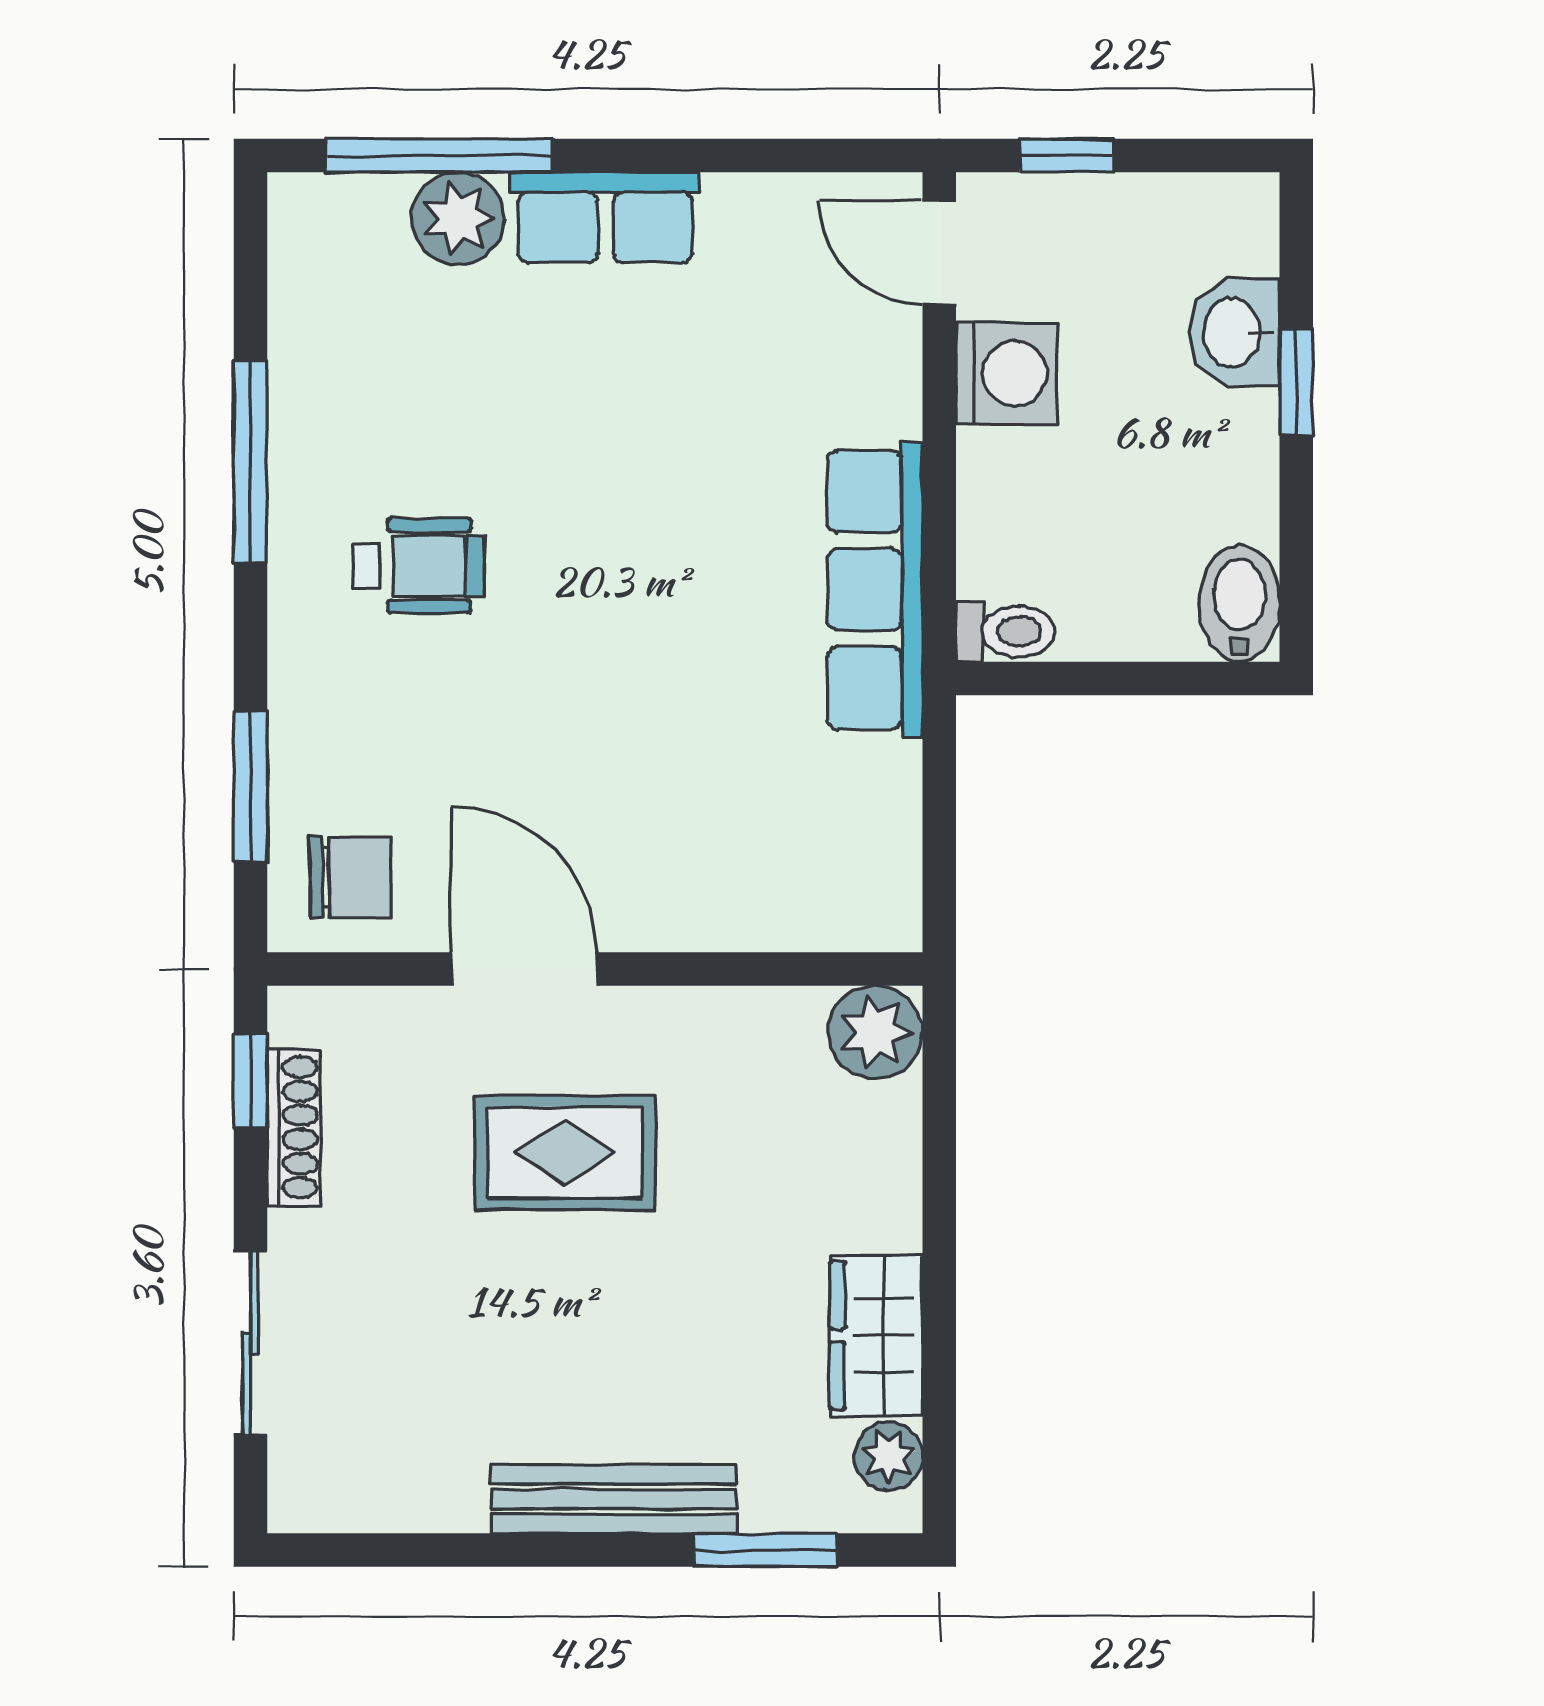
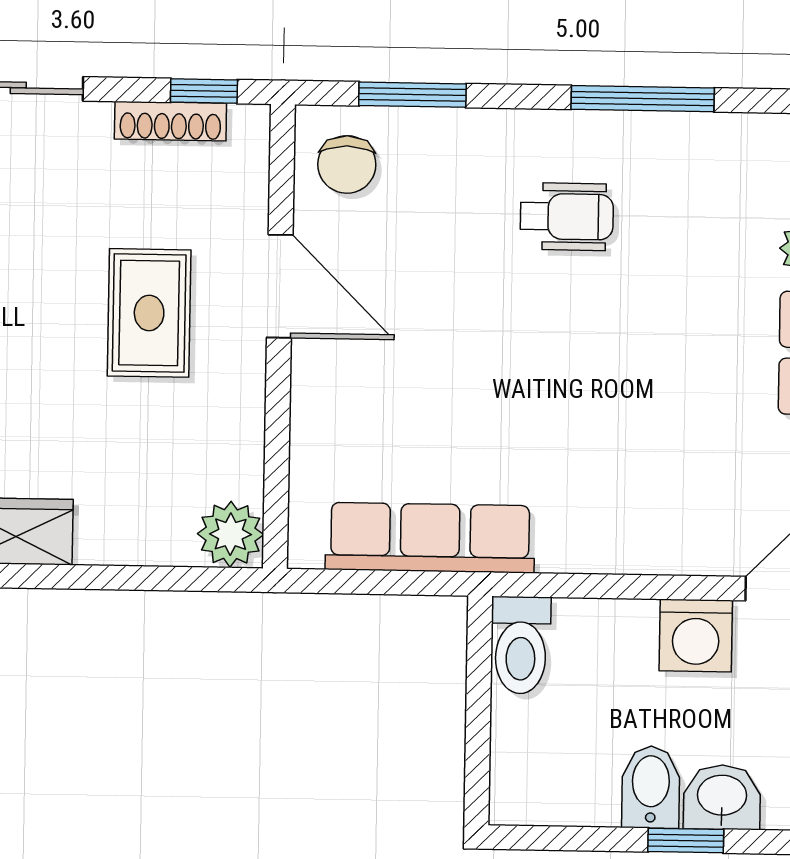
wheelchair: (419, 566) -> (567, 217), turned -90
row of seats: (875, 590) -> (430, 538), moved
bidet: (1239, 604) -> (651, 787), moved, turned -90
toilet: (1005, 631) -> (521, 645), width x1.37, depth x1.39
door: (524, 969) -> (280, 286), hinge flipped

